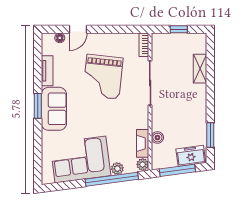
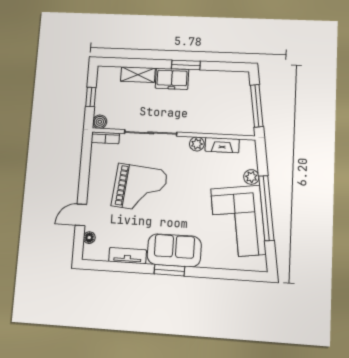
door: (78, 29) -> (81, 215), swing flipped
window: (210, 135) -> (186, 65), moved
boiler: (157, 138) -> (100, 122), moved
freezer: (191, 156) -> (172, 79), moved, turned -82
plant: (143, 164) -> (197, 144), moved
window: (112, 179) -> (266, 208), moved

